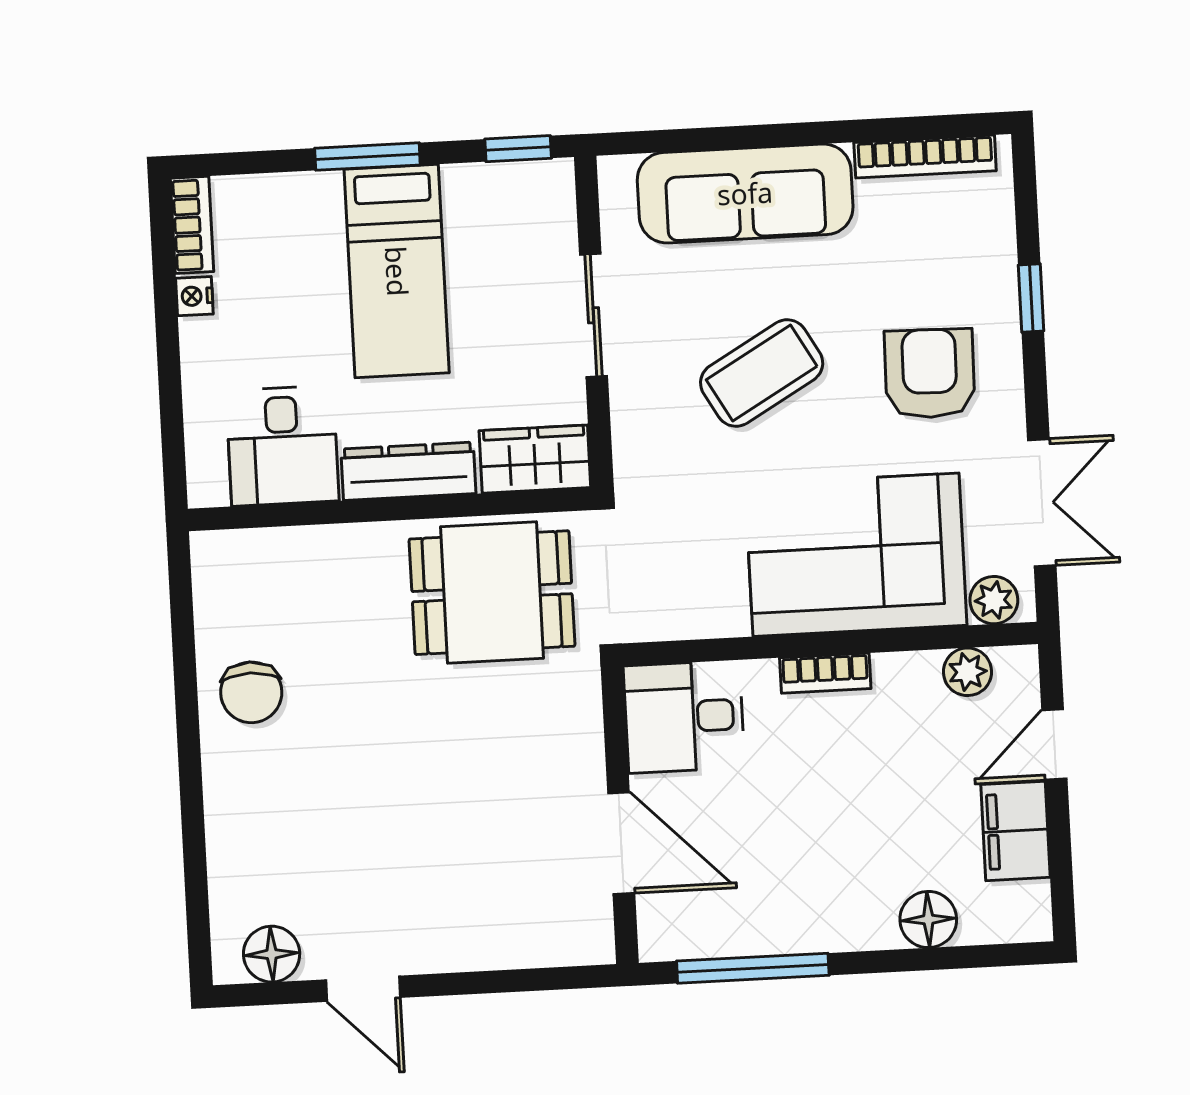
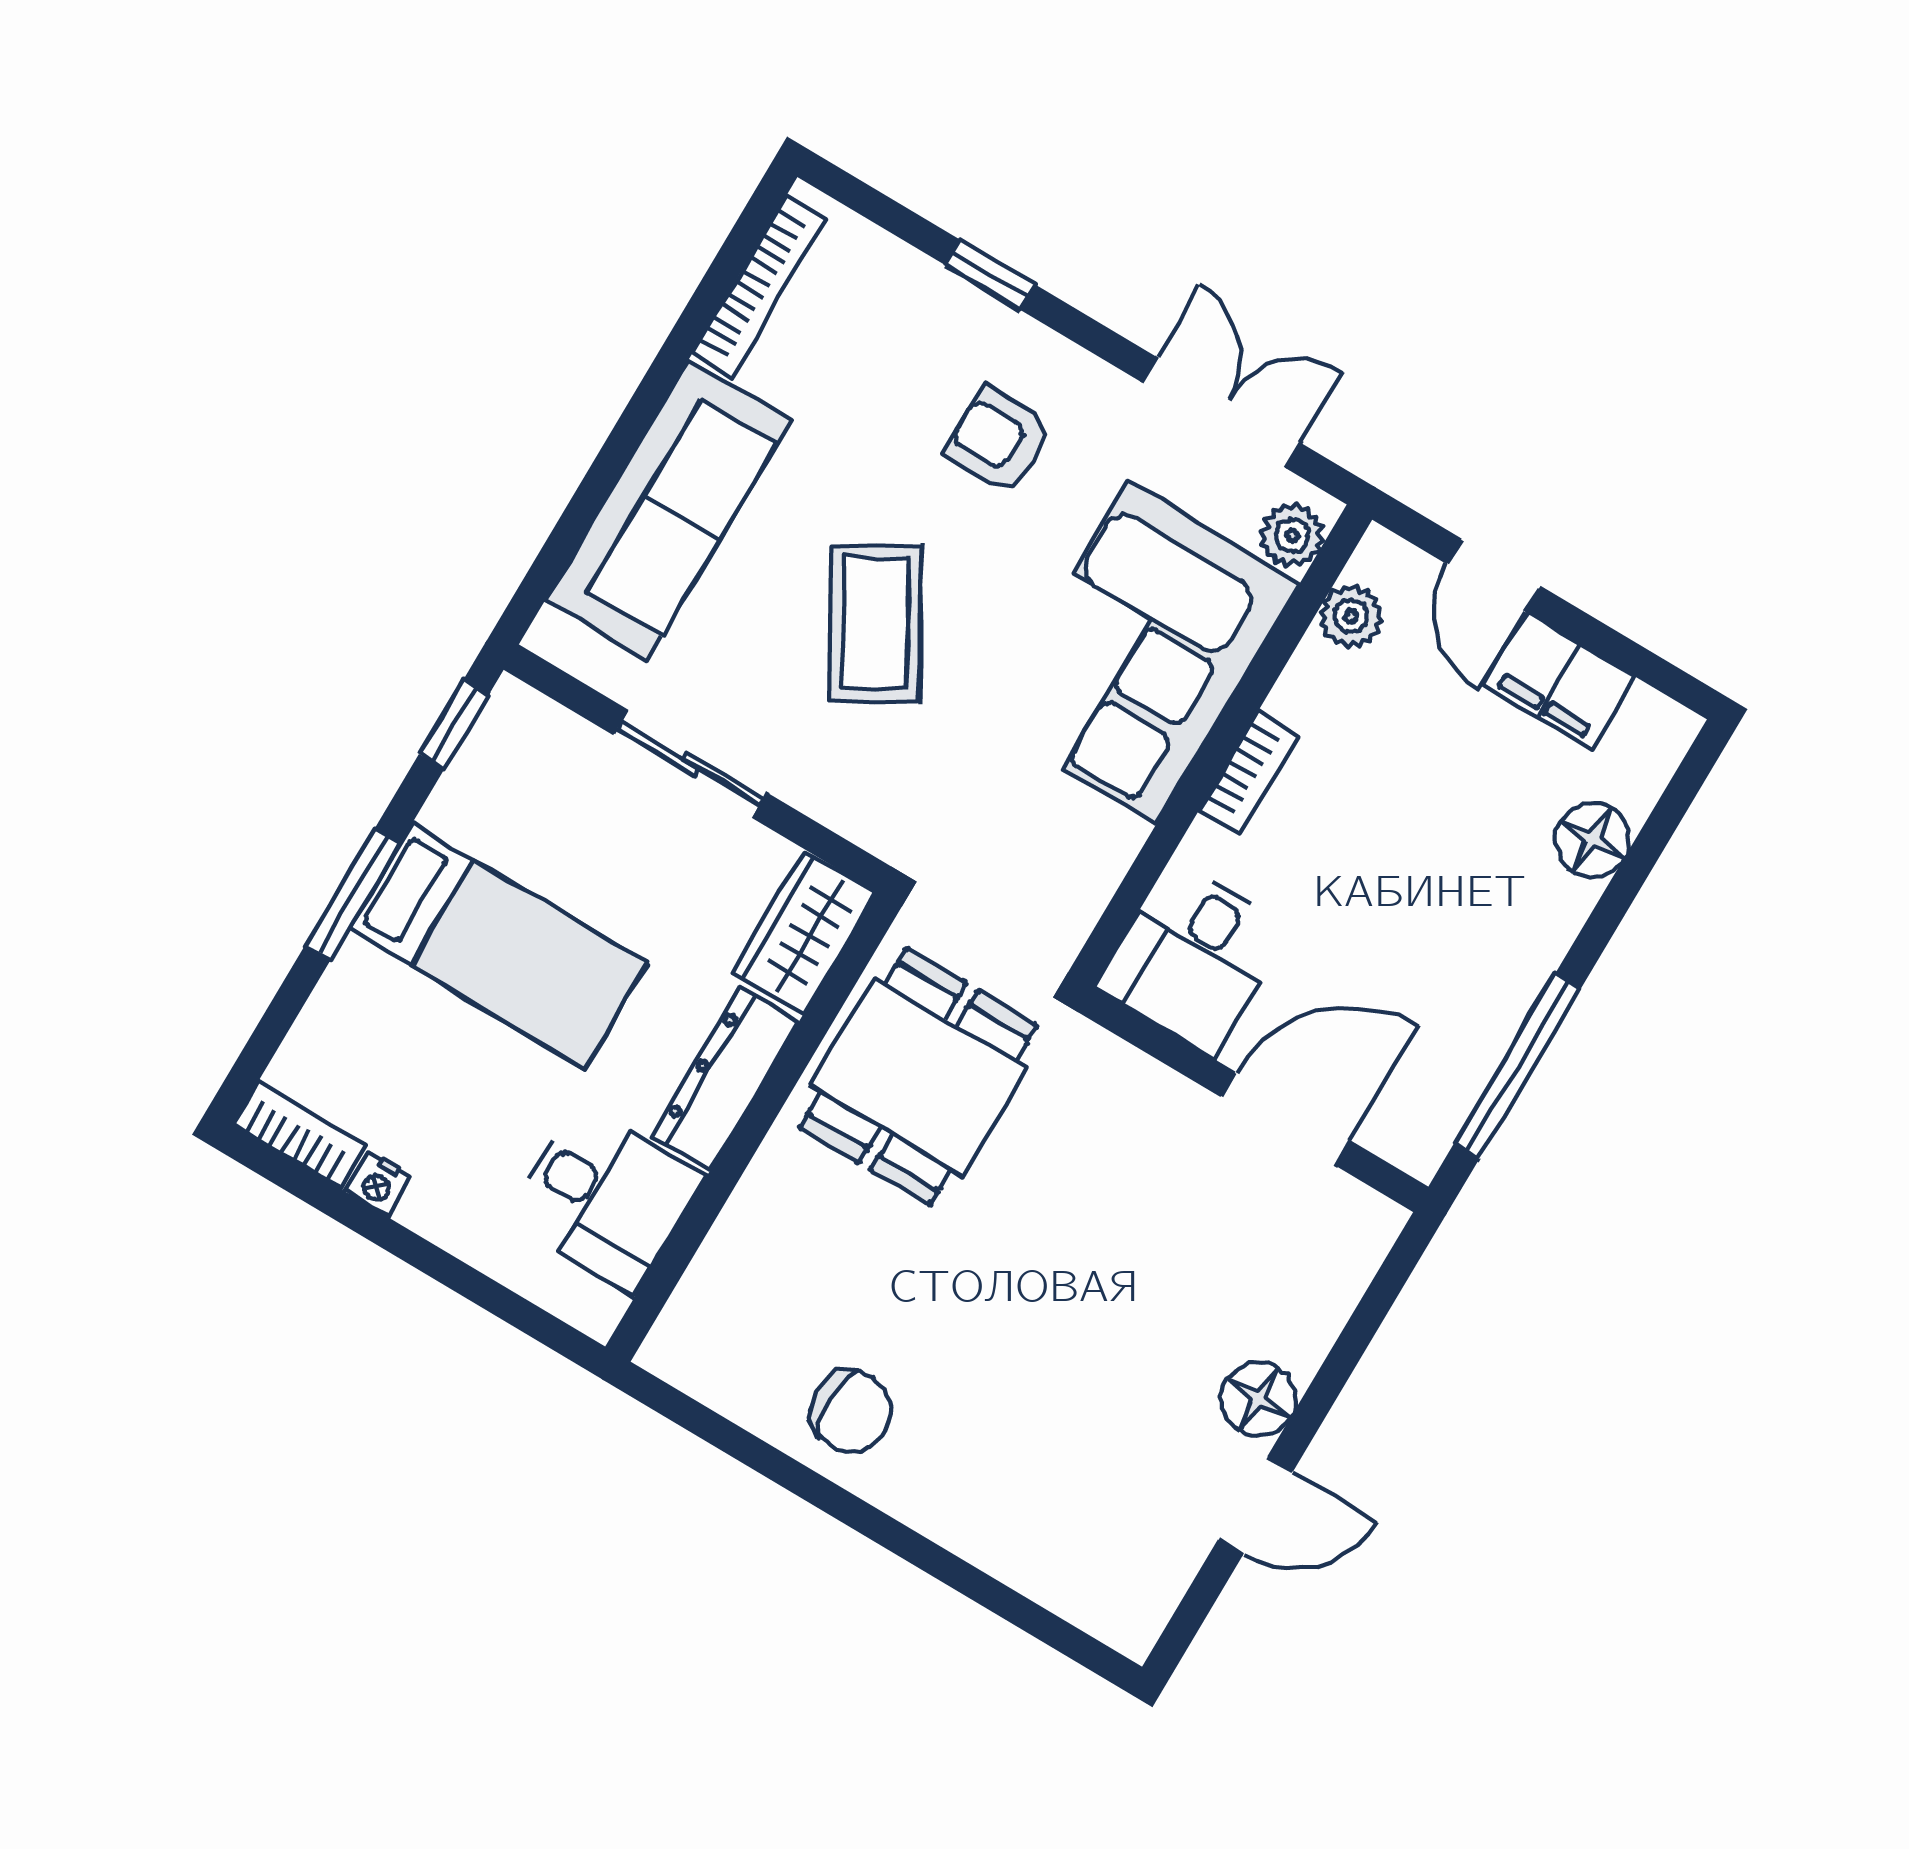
armchair: (930, 374) -> (999, 440), width x0.72, depth x0.72
floor lamp: (272, 954) -> (1259, 1399), moved

